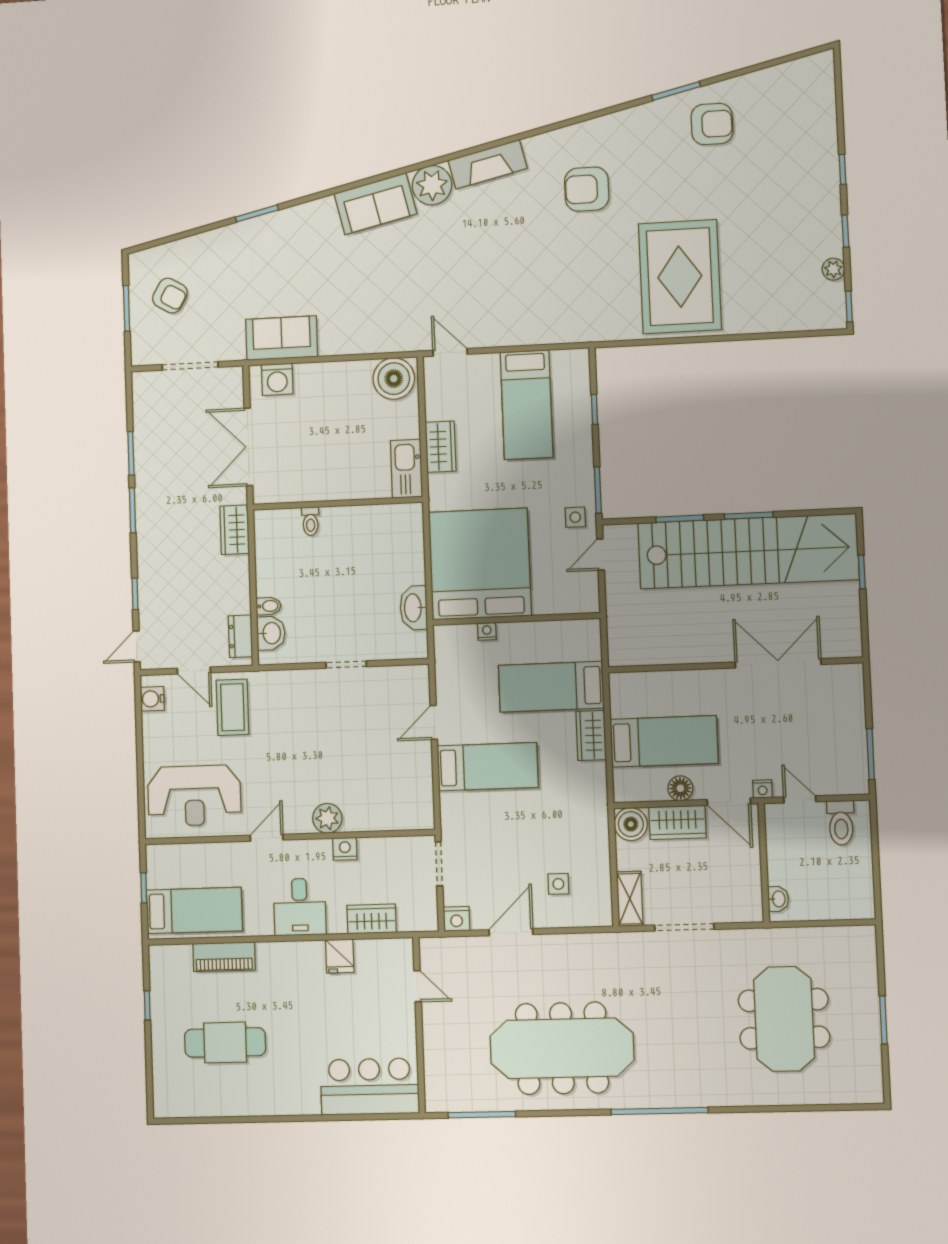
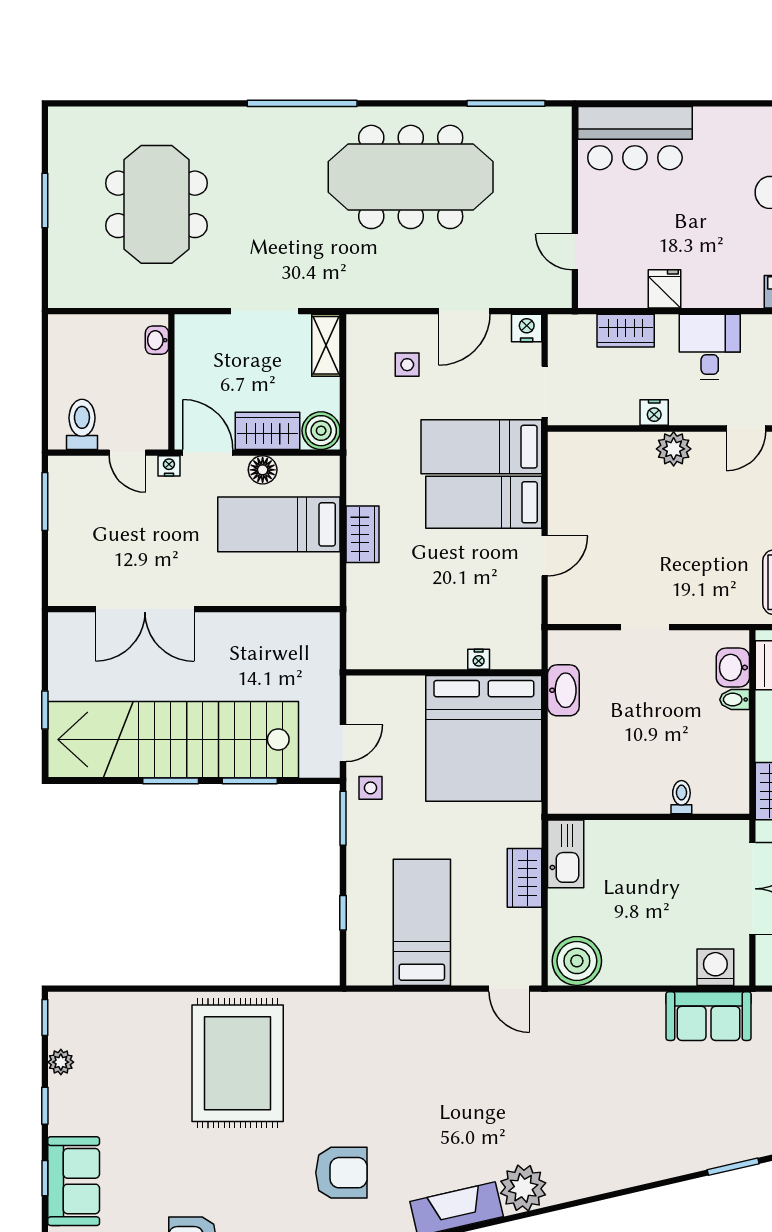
sofa: (375, 204) -> (74, 1181), moved, turned 103
bed: (551, 687) -> (481, 447), moved, turned 180

